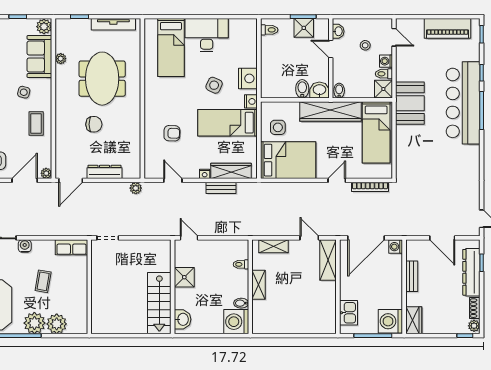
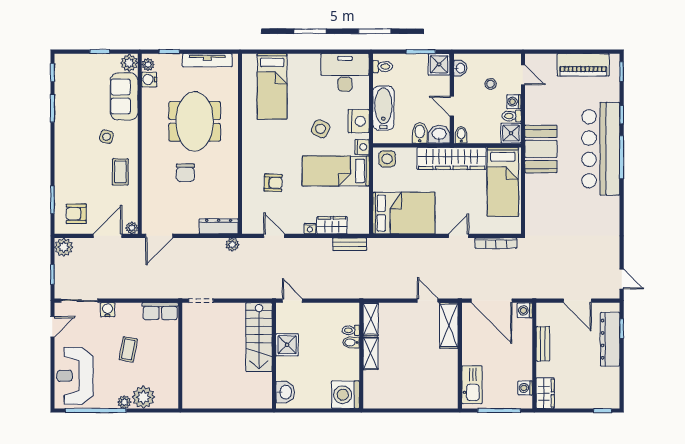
shower: (304, 28) -> (439, 64), moved
desk: (207, 35) -> (345, 72), moved
water cooler: (62, 41) -> (149, 80), added
door: (331, 49) -> (452, 106), moved
plant: (61, 59) -> (148, 65), moved
bathtub: (270, 67) -> (383, 108), added
chair: (94, 124) -> (185, 173), turned 90
side table: (278, 127) -> (387, 159), moved
wardrobe: (231, 171) -> (332, 225), width x0.67
dresser: (105, 172) -> (219, 226), moved
bench: (221, 188) -> (350, 244), moved
door: (366, 238) -> (491, 301), hinge flipped
shelving: (274, 246) -> (371, 319), moved, turned 90
stairs: (159, 303) -> (259, 337), moved
bidet: (241, 303) -> (351, 342), moved
shoe rack: (475, 308) -> (614, 379), removed
kitchen sink: (349, 313) -> (472, 385), width x1.38
washing machine: (390, 321) -> (525, 388), width x0.53, depth x0.53
plant: (34, 323) -> (124, 402), width x0.53, depth x0.53
plant: (474, 326) -> (613, 399), removed

